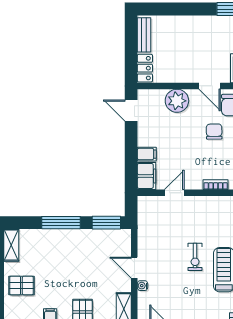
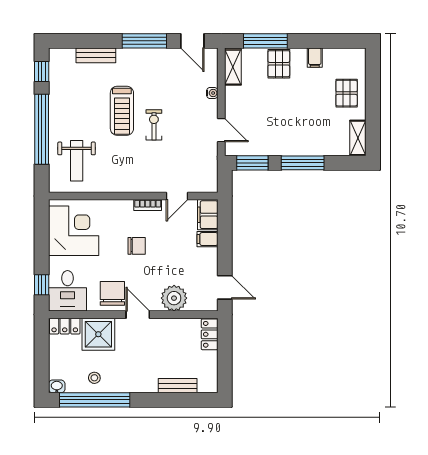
bench: (144, 35) -> (178, 386), moved, turned 90
chair: (214, 132) -> (137, 246), moved, turned -89
bookcase: (216, 185) -> (148, 205), moved
door: (134, 268) -> (221, 130), moved
pallet: (21, 286) -> (347, 93), turned 90

